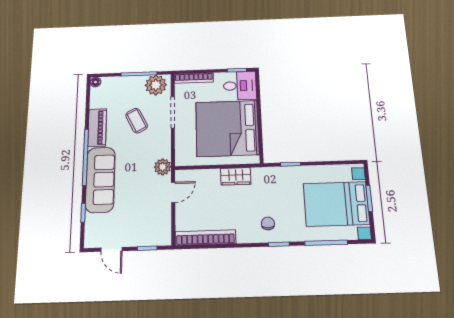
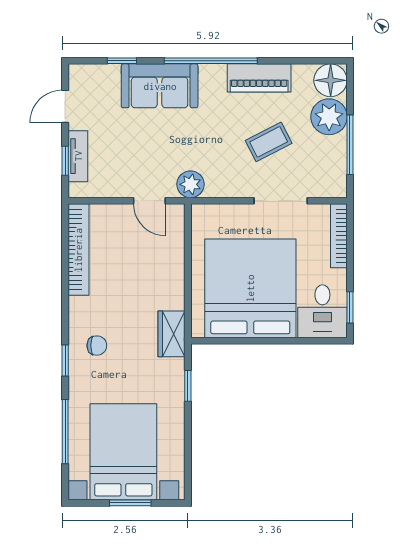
floor lamp: (96, 82) -> (331, 80), width x1.89, depth x1.89
plant: (156, 85) -> (329, 117), moved
wardrobe: (236, 176) -> (172, 334), moved
sofa: (100, 180) -> (160, 86), width x0.73
tv unit: (144, 240) -> (78, 156), added

